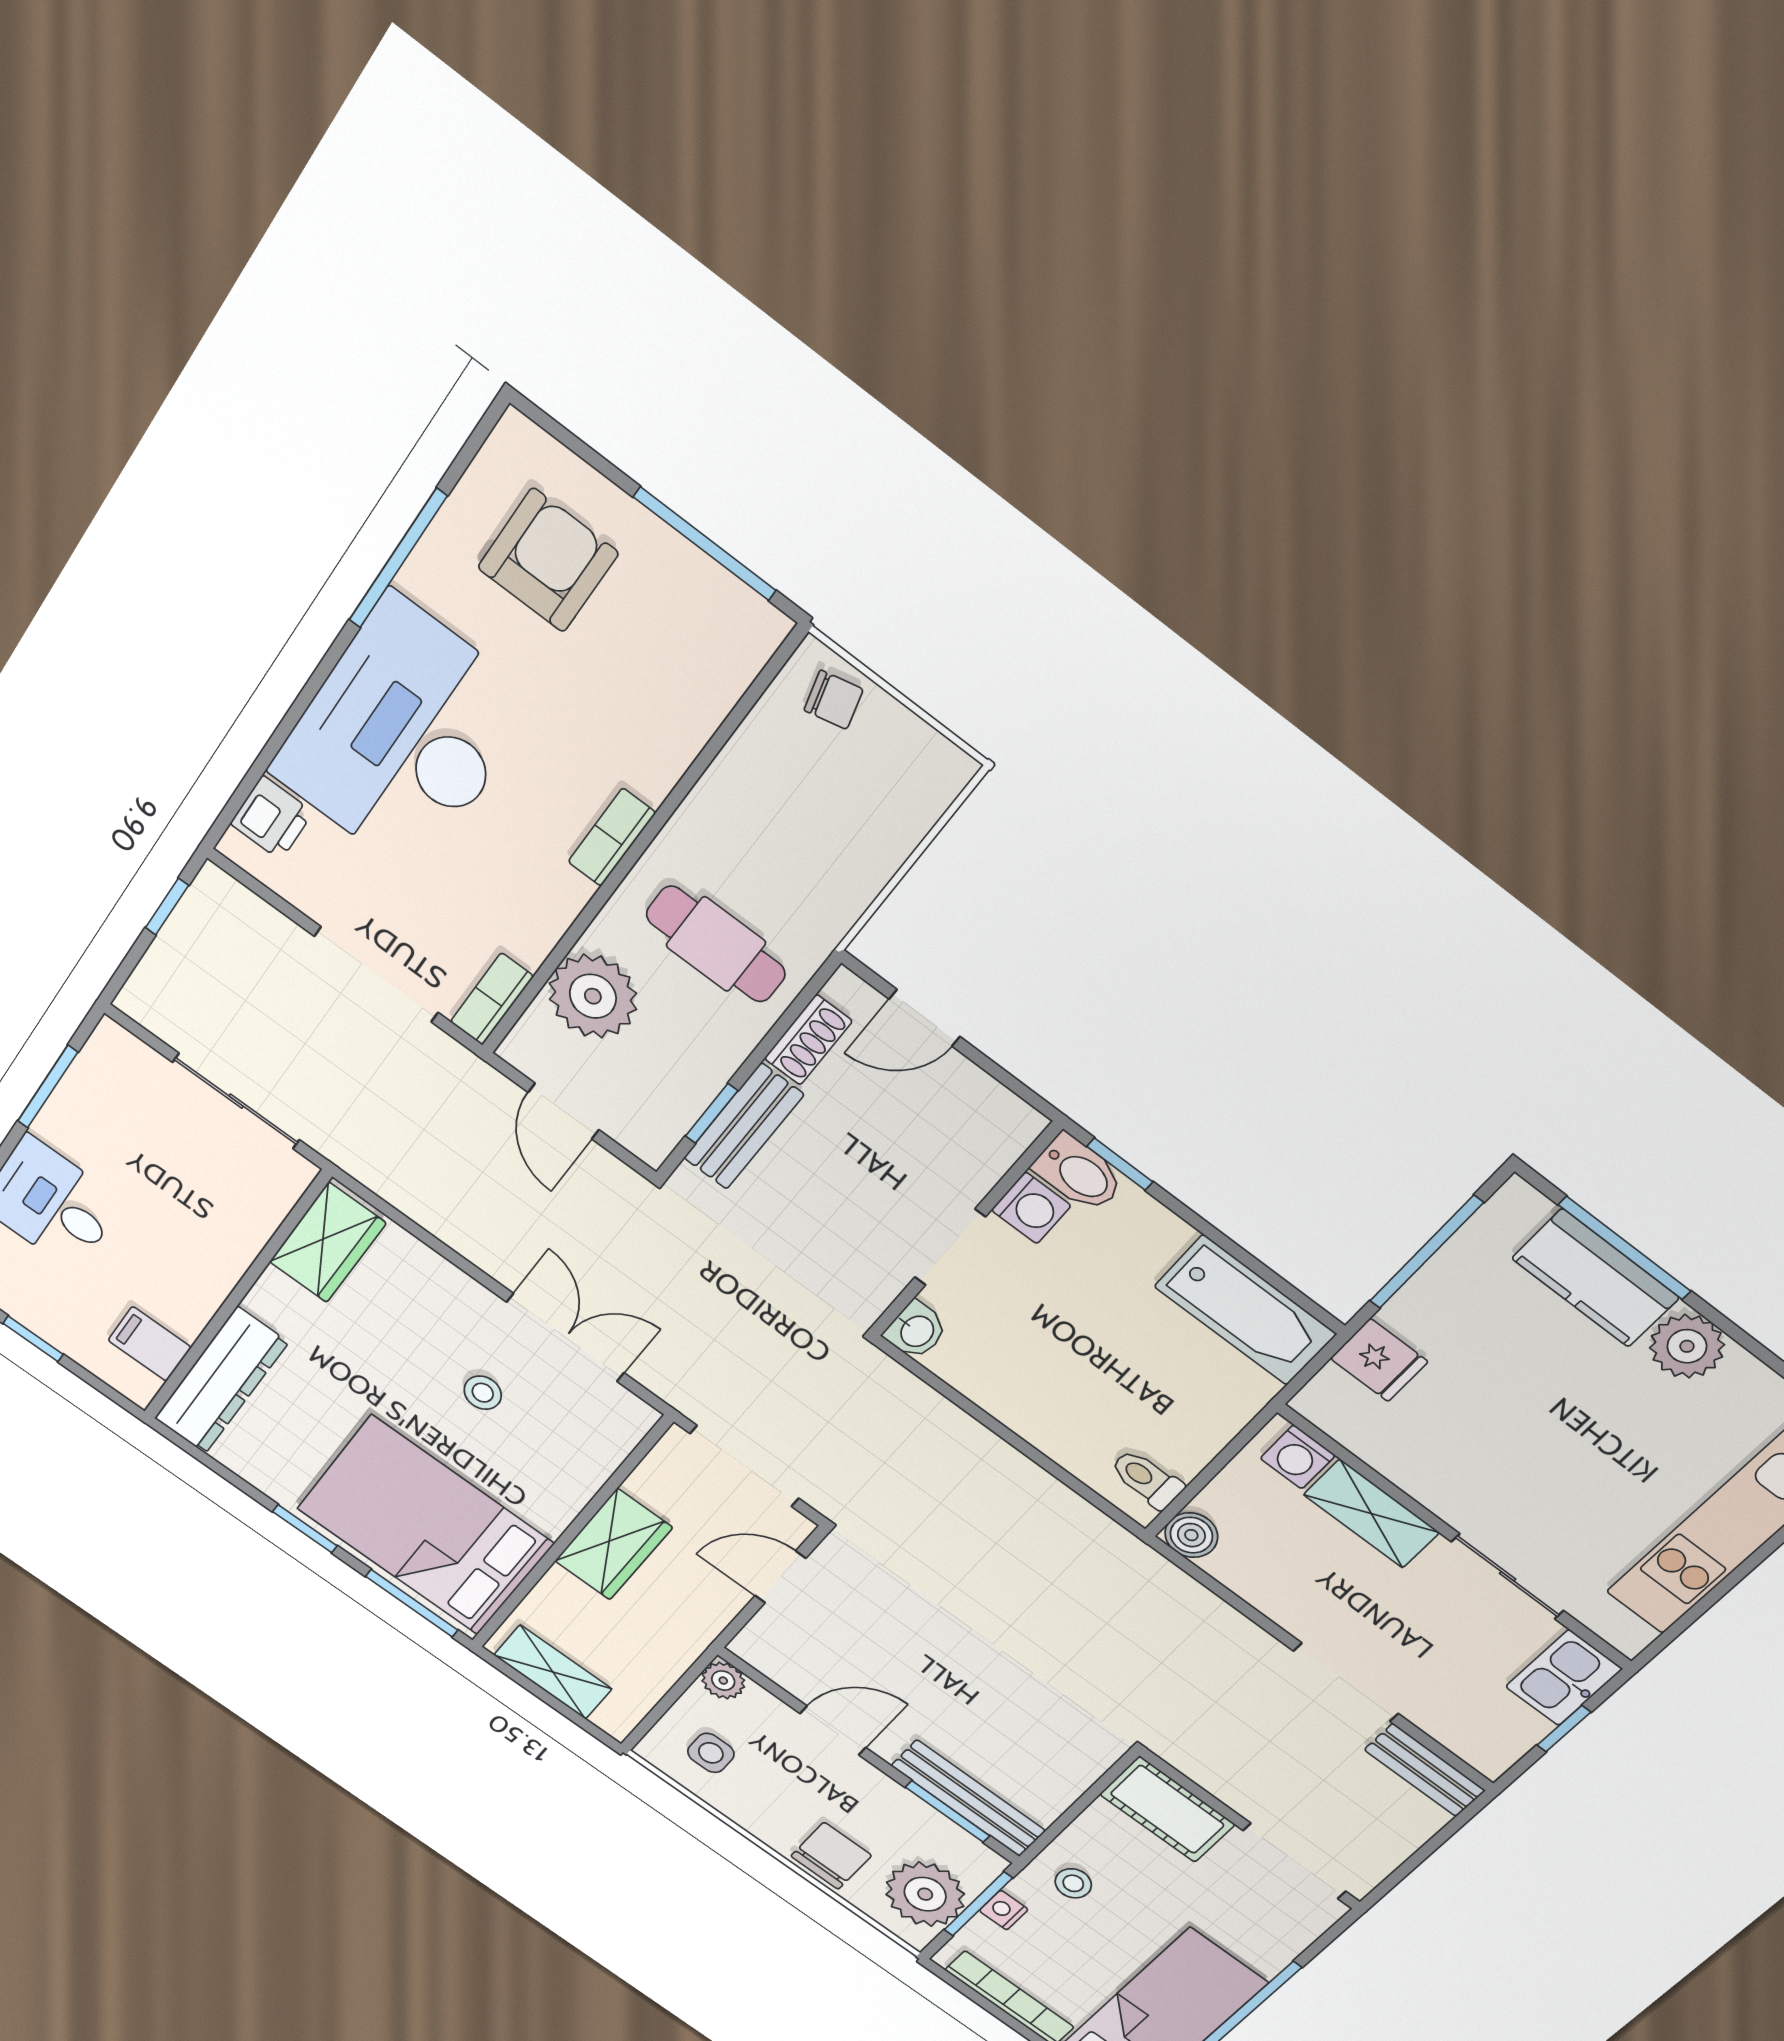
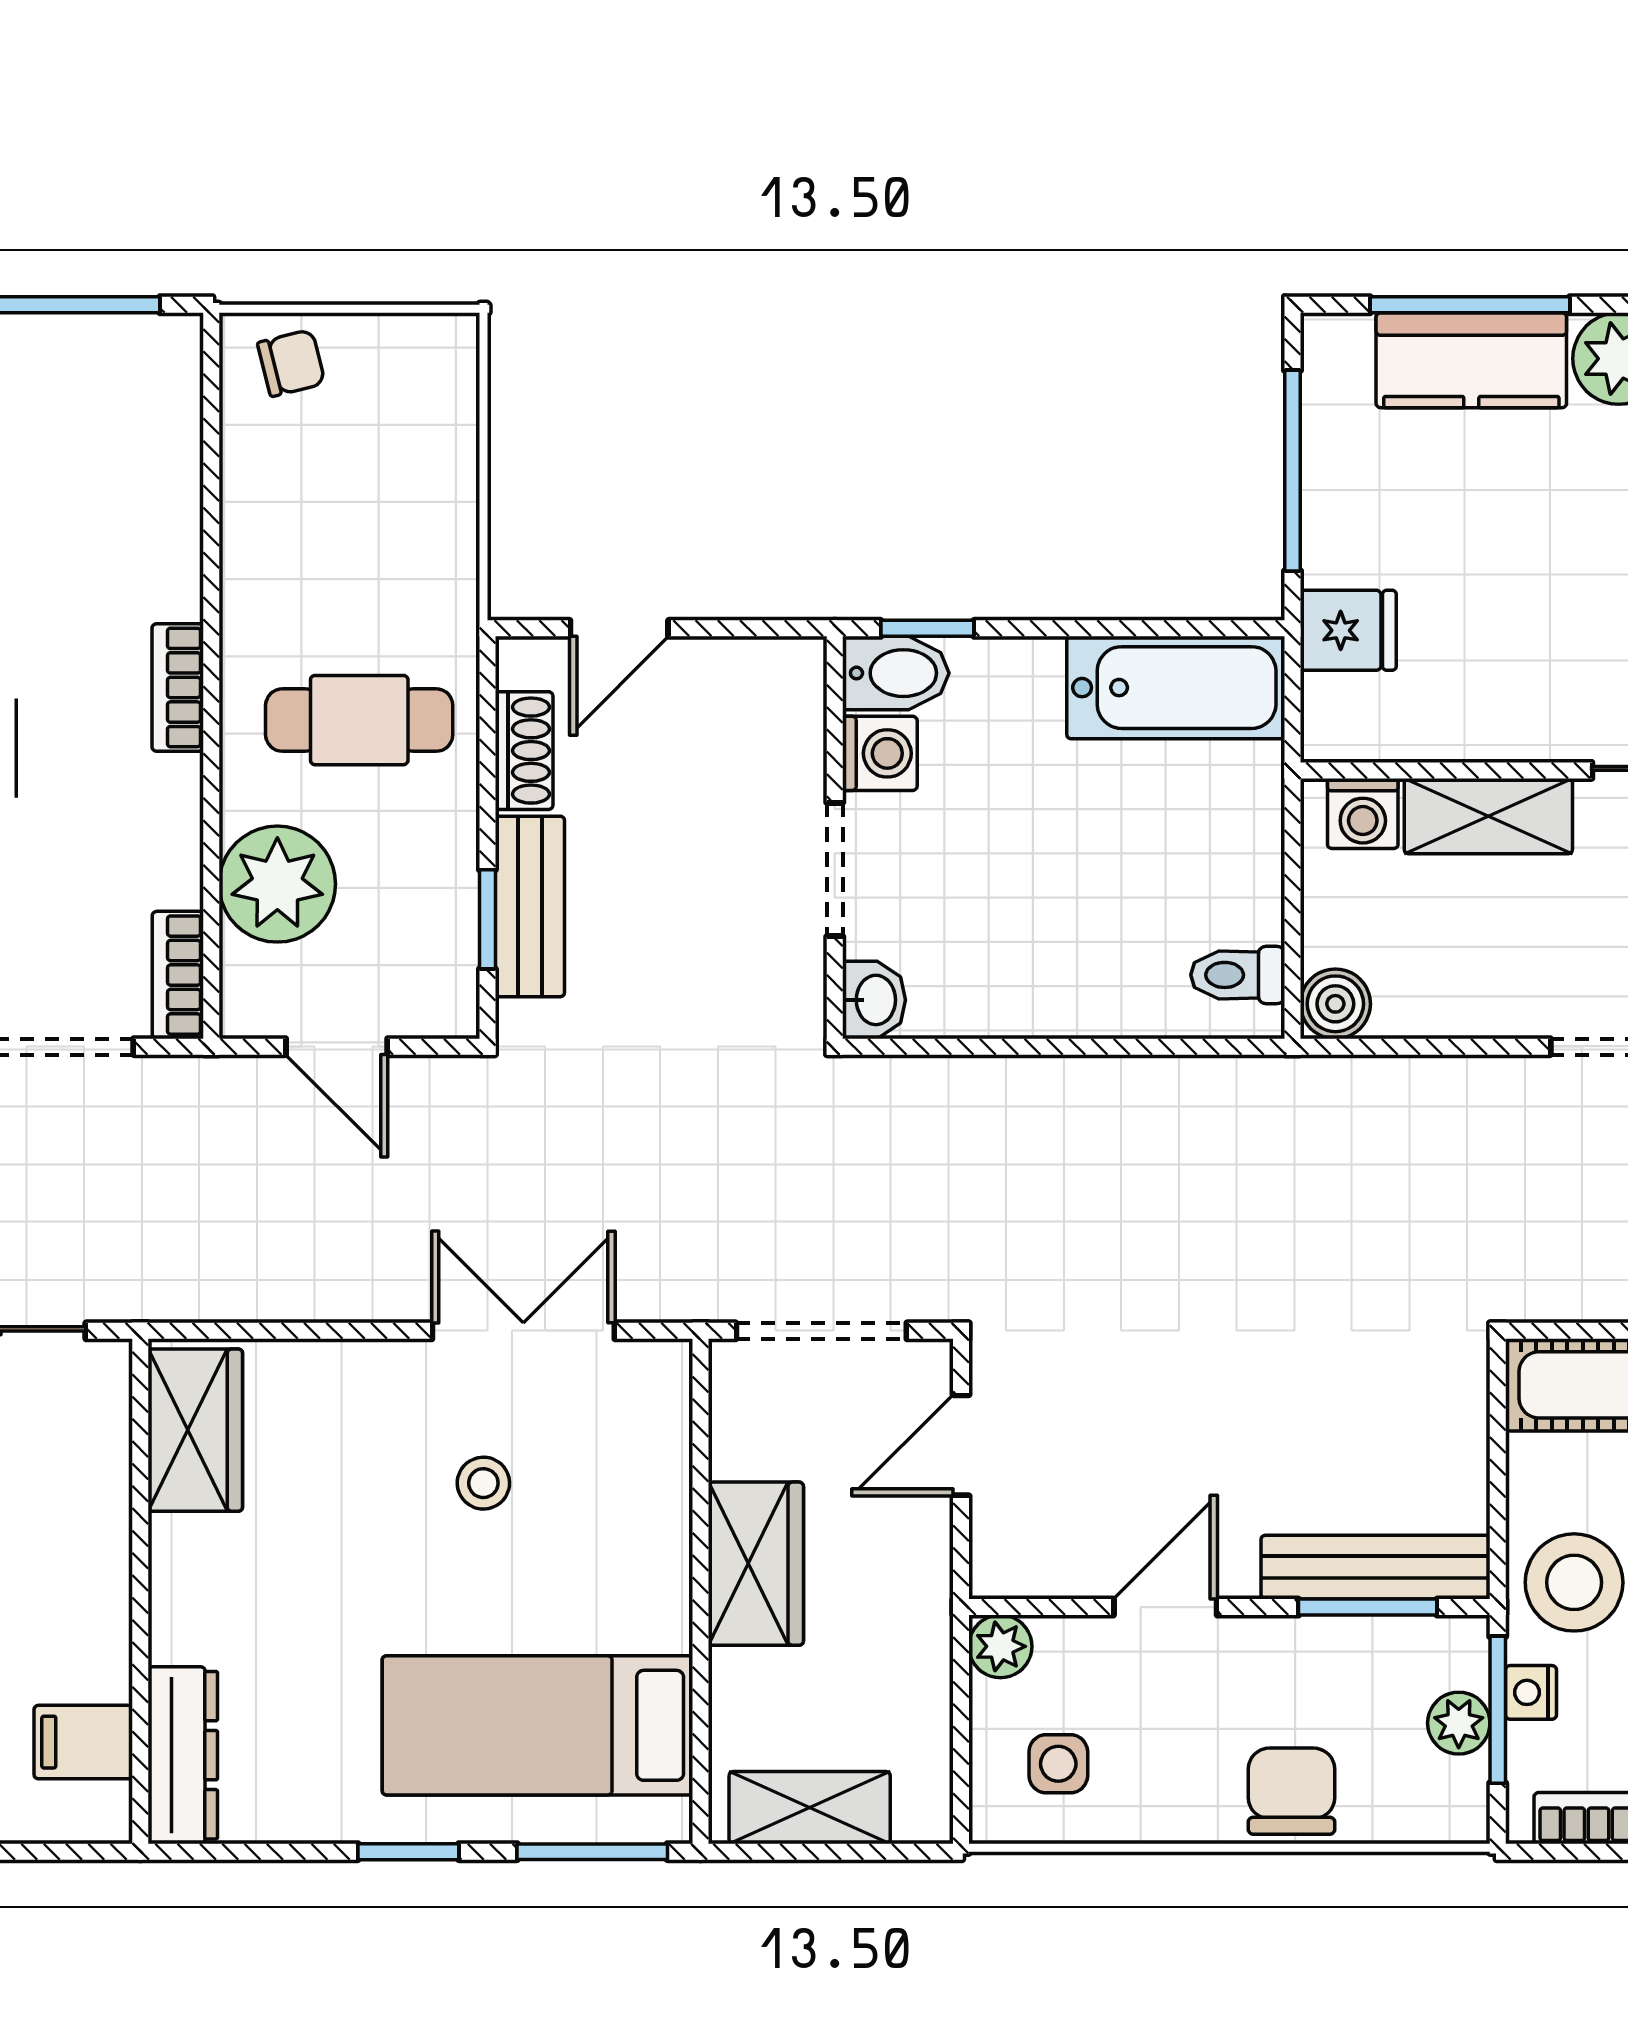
dresser: (221, 1381) -> (183, 1755), width x0.73, depth x0.80
bed: (425, 1526) -> (538, 1725), width x0.67
stool: (1073, 1883) -> (1574, 1582), width x1.89, depth x1.89
plant: (925, 1894) -> (1459, 1723), width x0.53, depth x0.53

